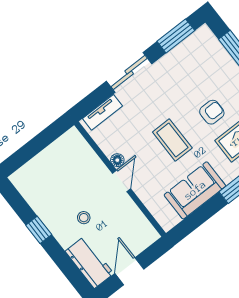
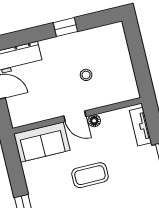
sofa: (195, 190) -> (42, 142), moved, turned 90
stool: (84, 218) -> (86, 75), moved

